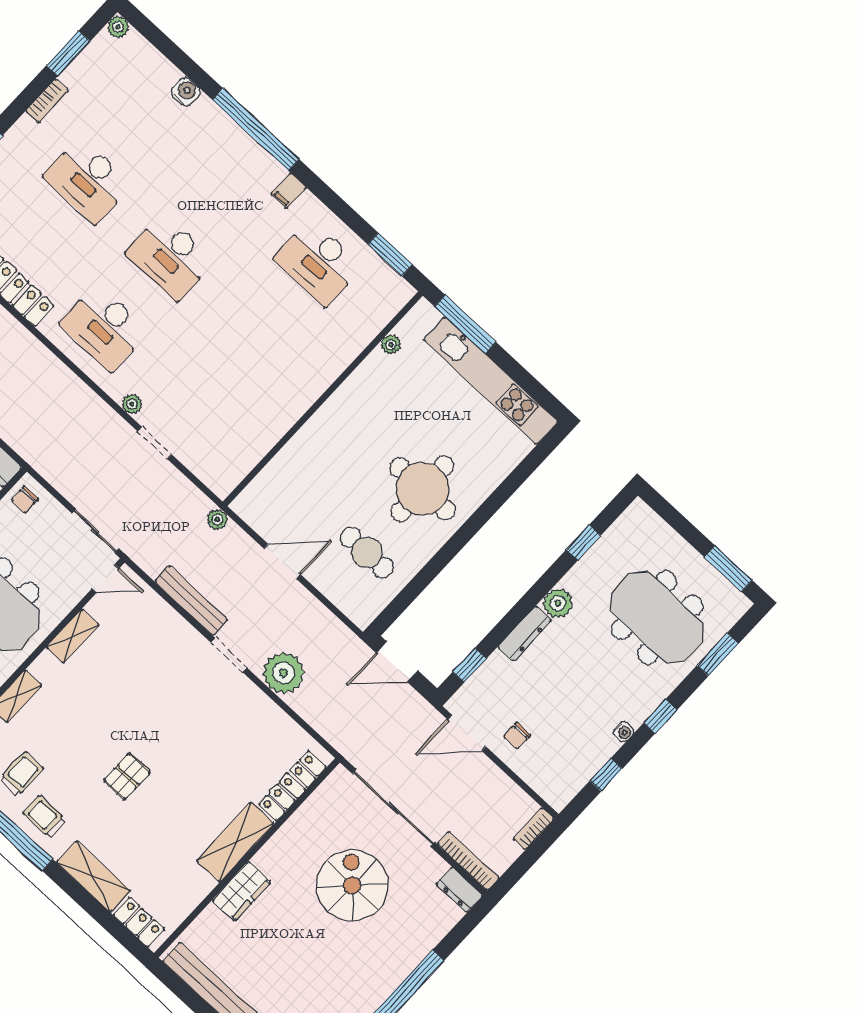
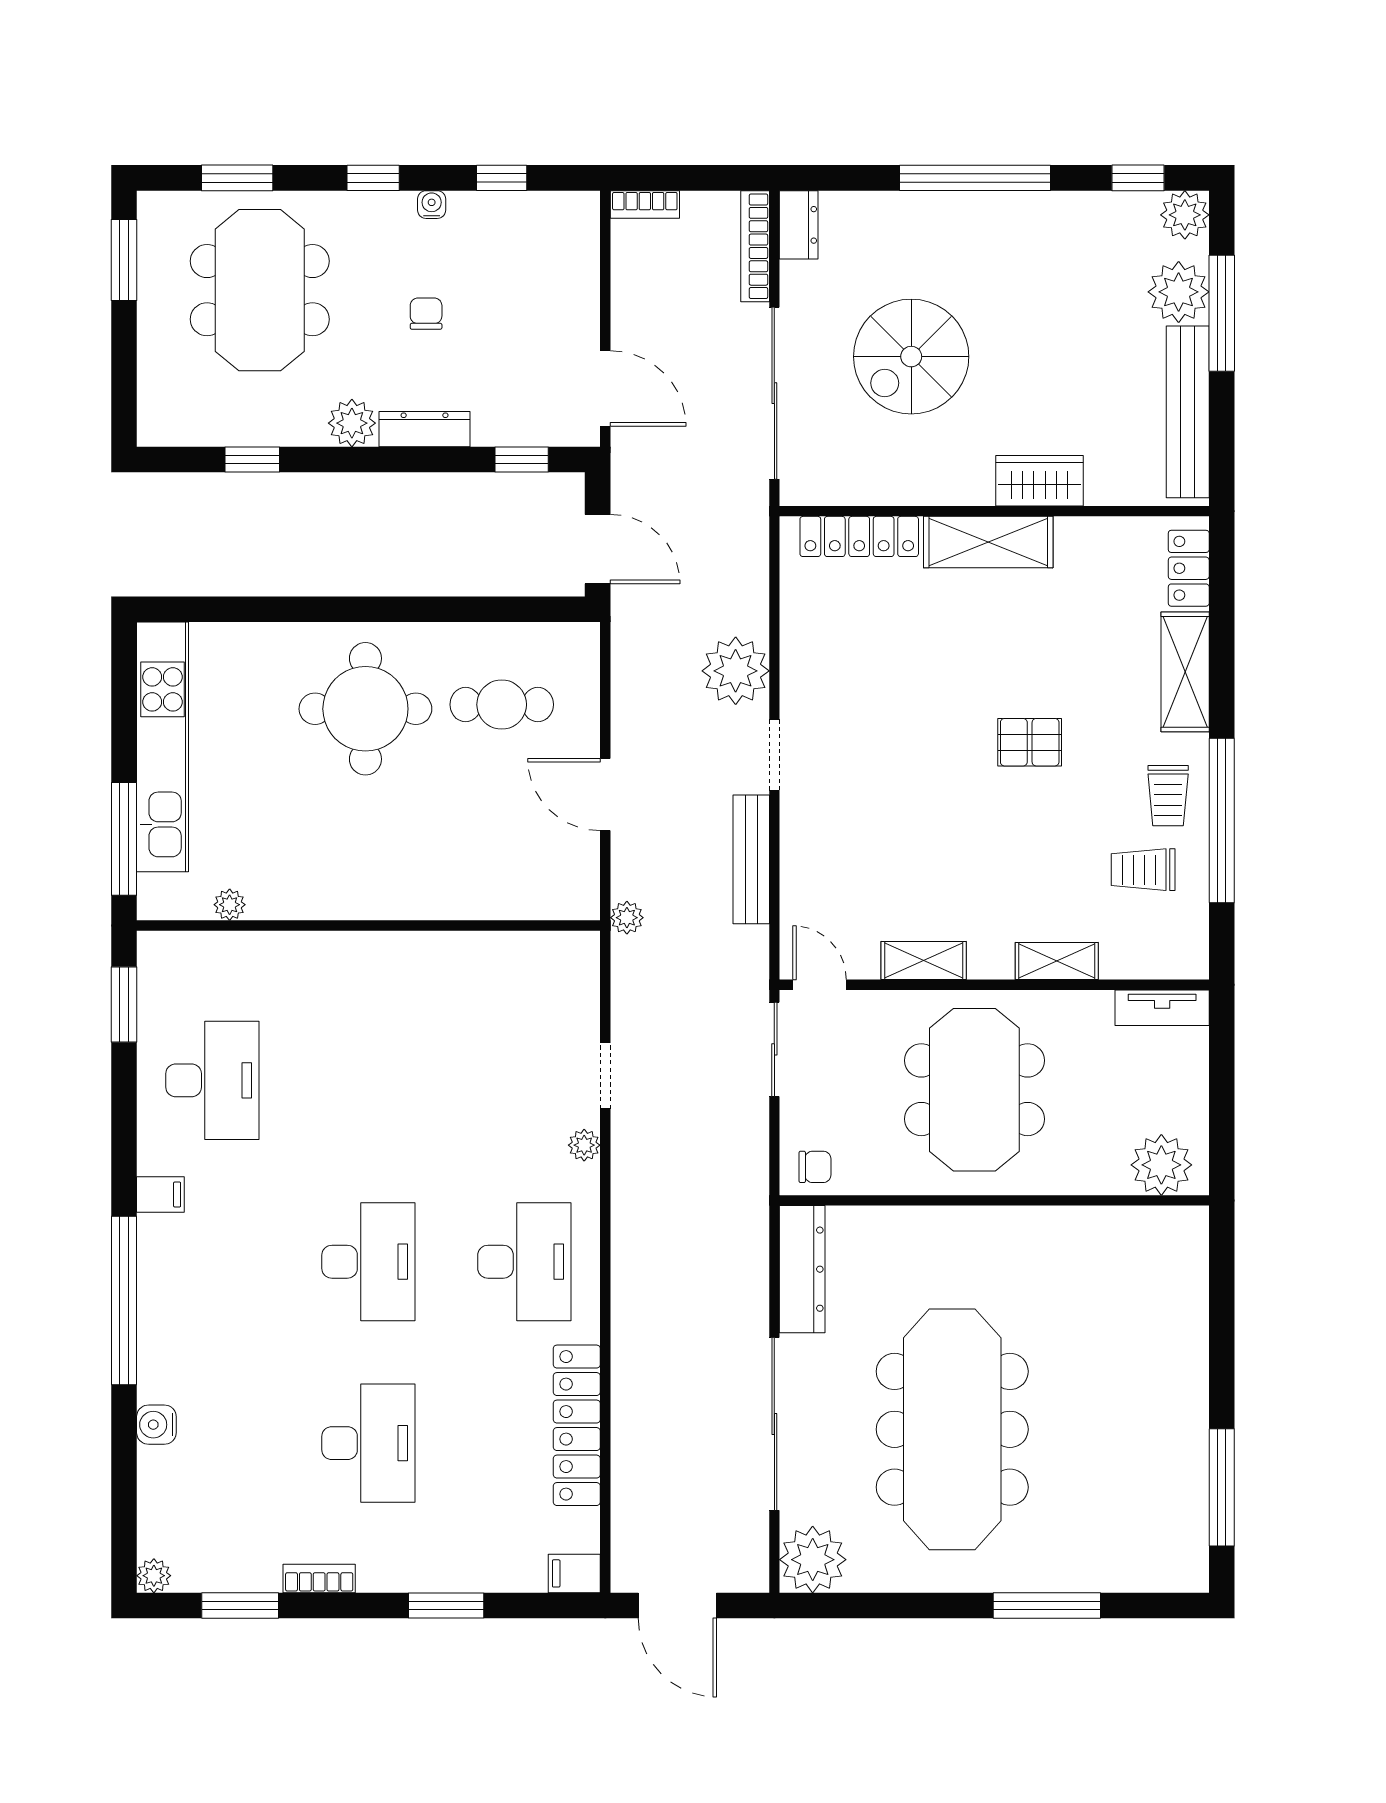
cafe table: (367, 553) -> (502, 705), turned 90
chair: (517, 736) -> (426, 314), moved, turned -90

